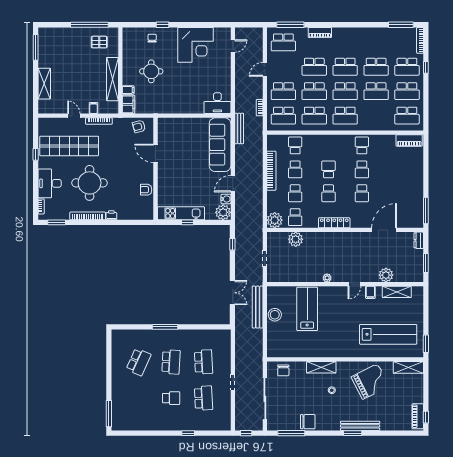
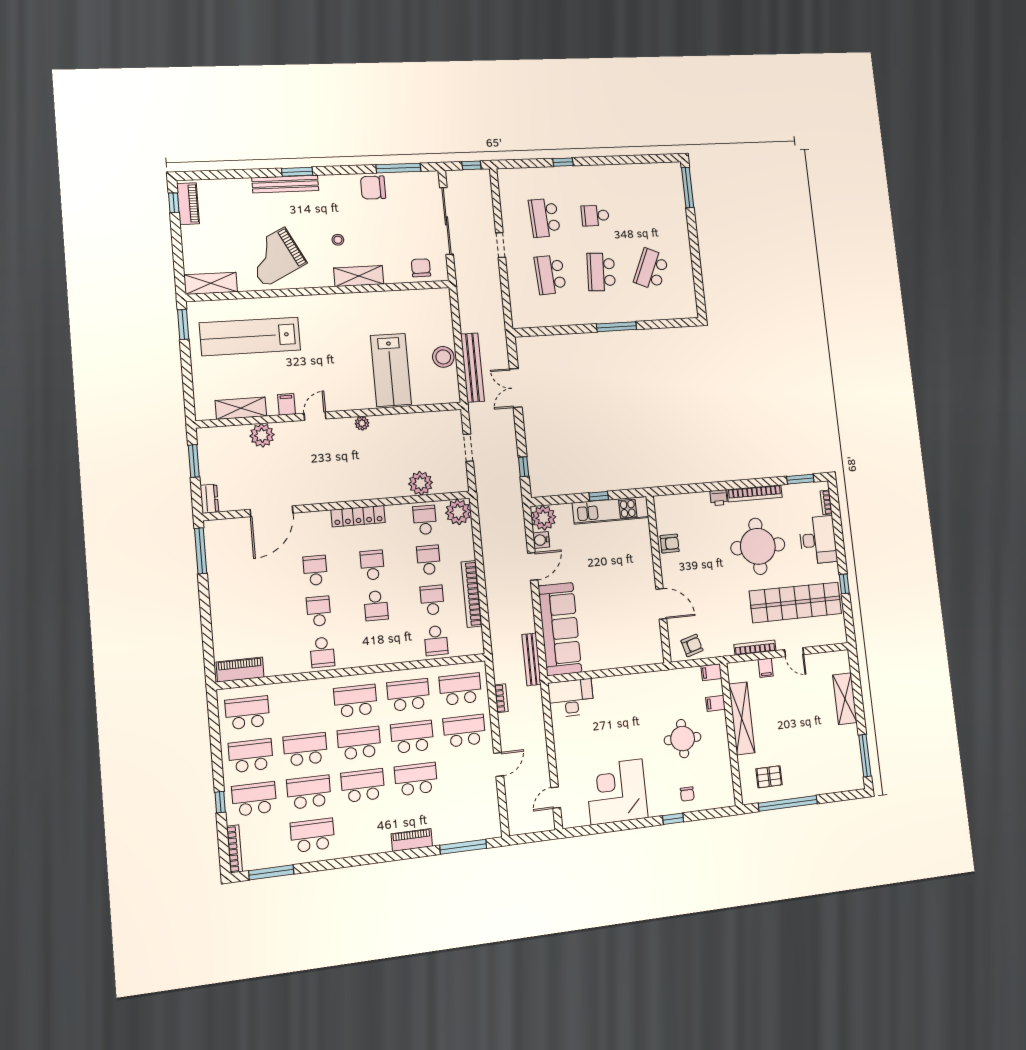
school desk: (283, 42) -> (313, 835), moved
filing cabinet: (129, 104) -> (711, 672), width x0.50

